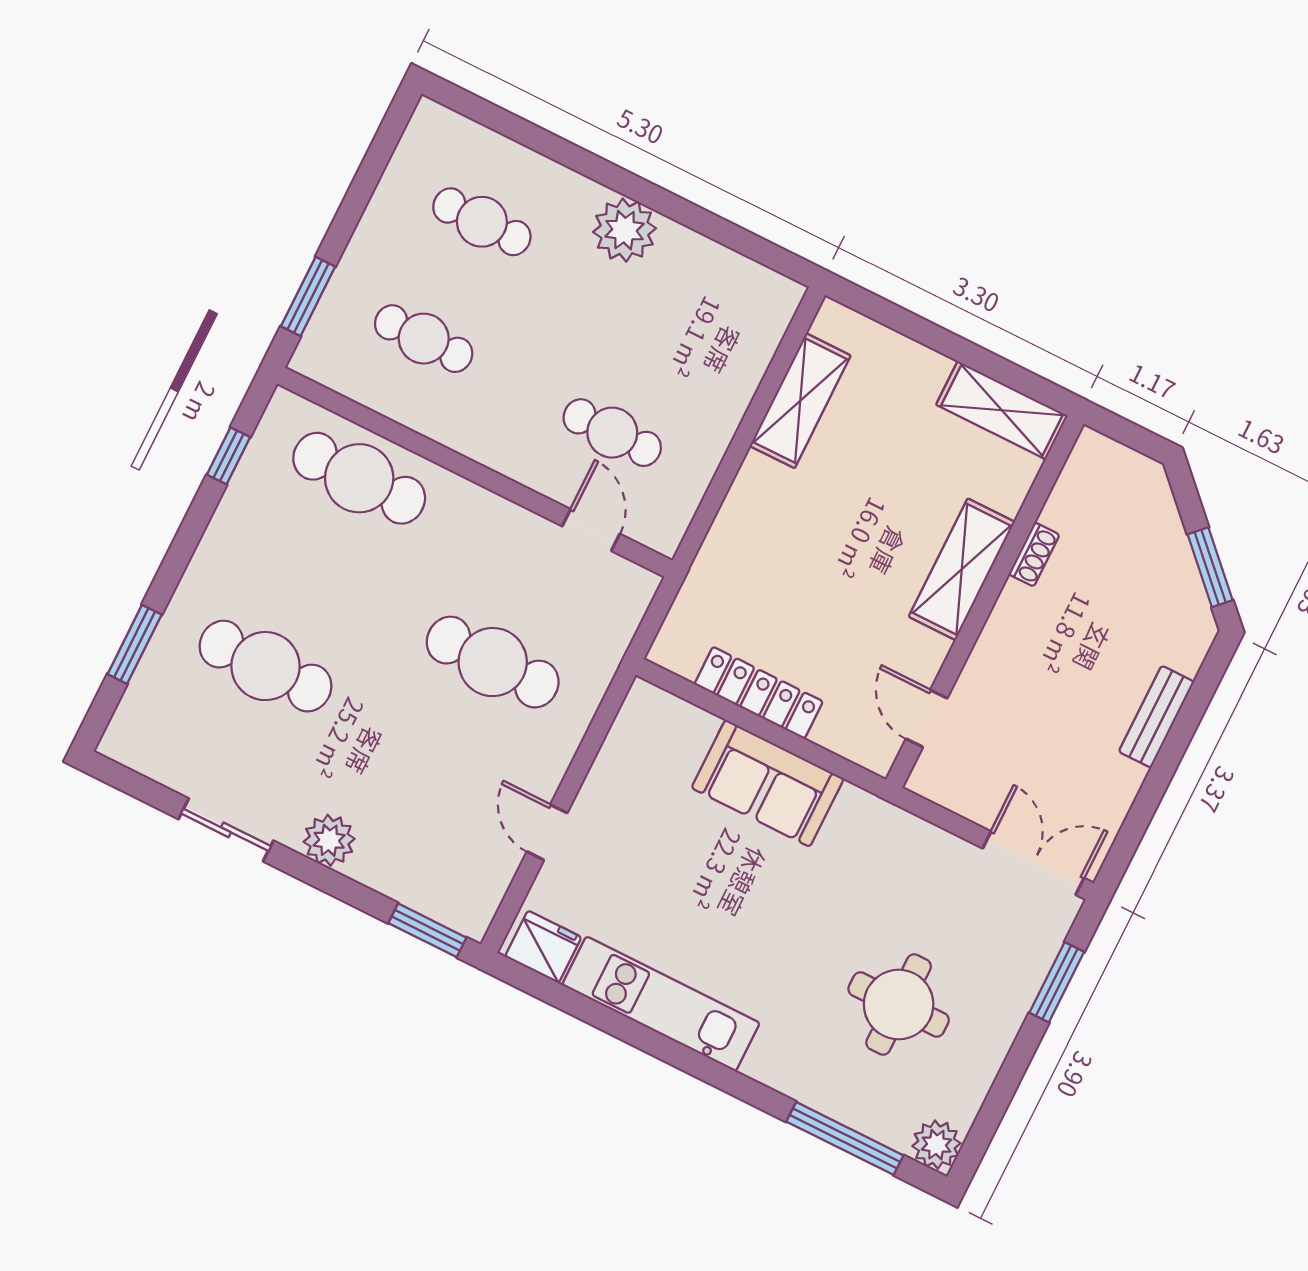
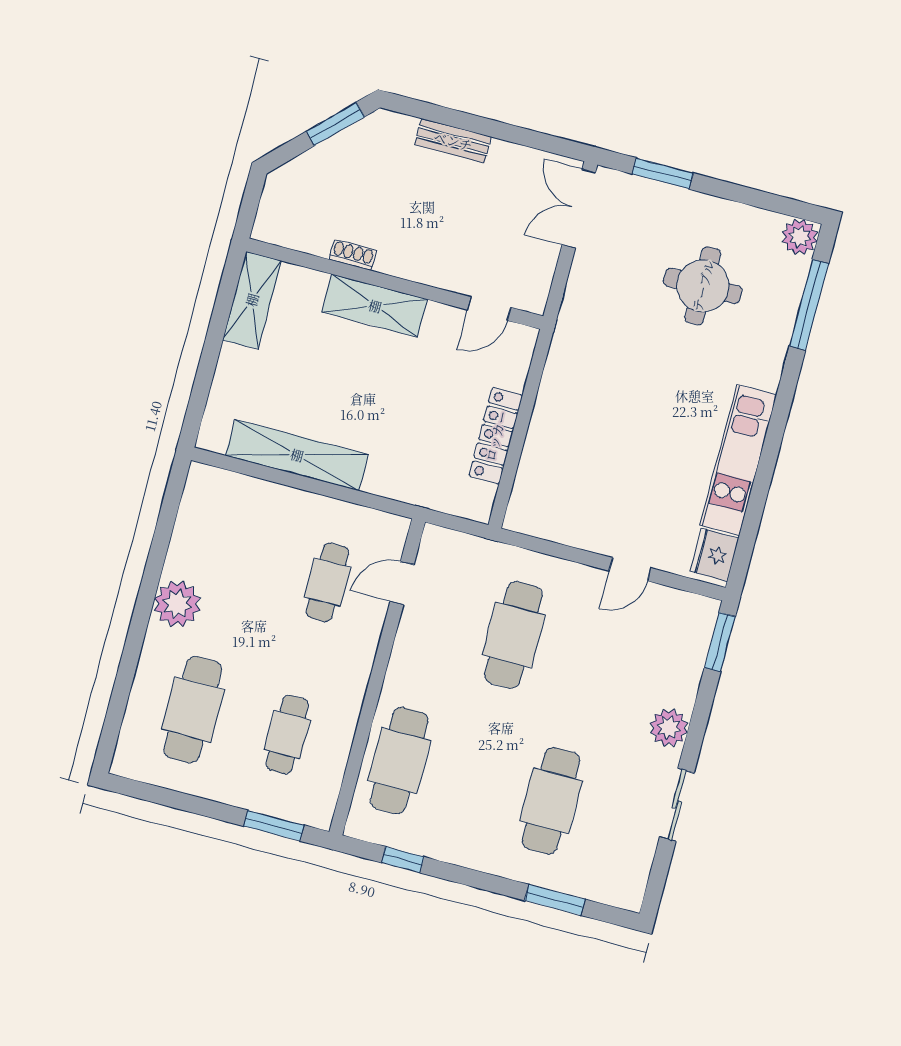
cafe table: (482, 222) -> (193, 710), width x1.37, depth x1.35
shelving: (800, 401) -> (297, 455), width x1.47
sofa: (768, 783) -> (561, 415), removed

